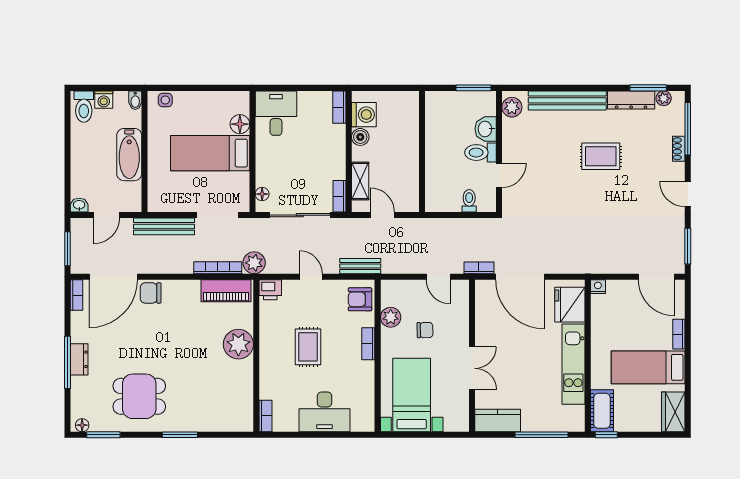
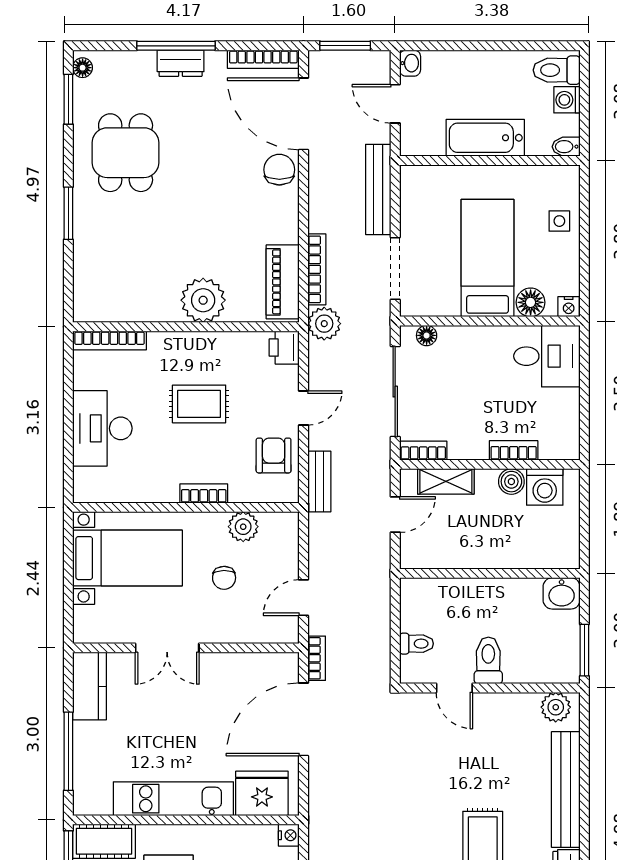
nightstand: (243, 99) -> (569, 307), added
side table: (165, 100) -> (559, 221), moved
bookcase: (339, 107) -> (514, 450), moved
washbasin: (486, 129) -> (562, 593), moved, turned 180
bookcase: (76, 295) -> (263, 59), width x1.56
armchair: (360, 299) -> (274, 455), moved
bookcase: (265, 416) -> (109, 341), width x1.56

